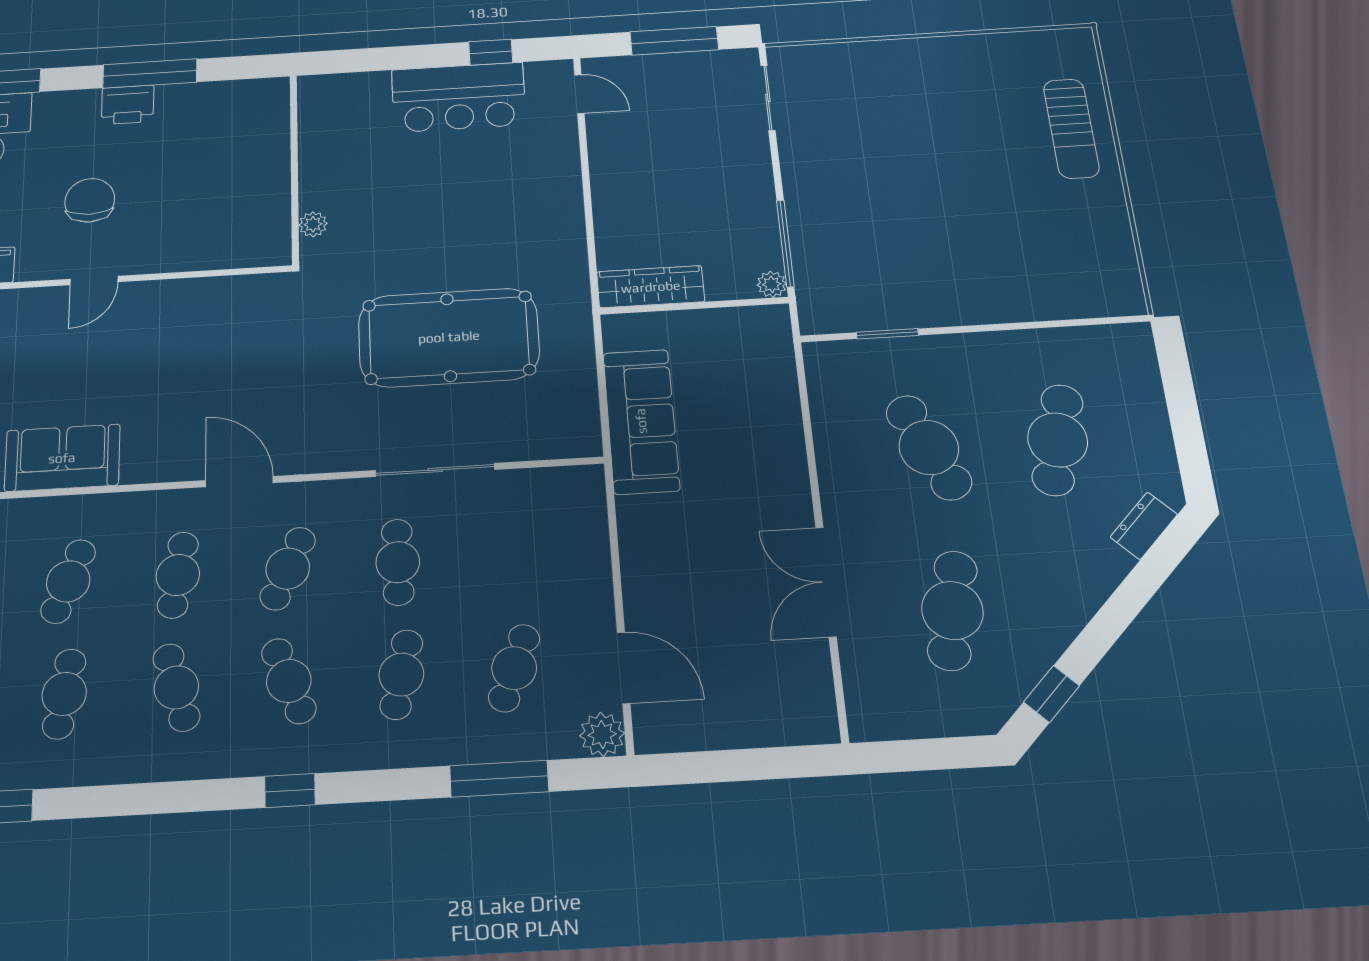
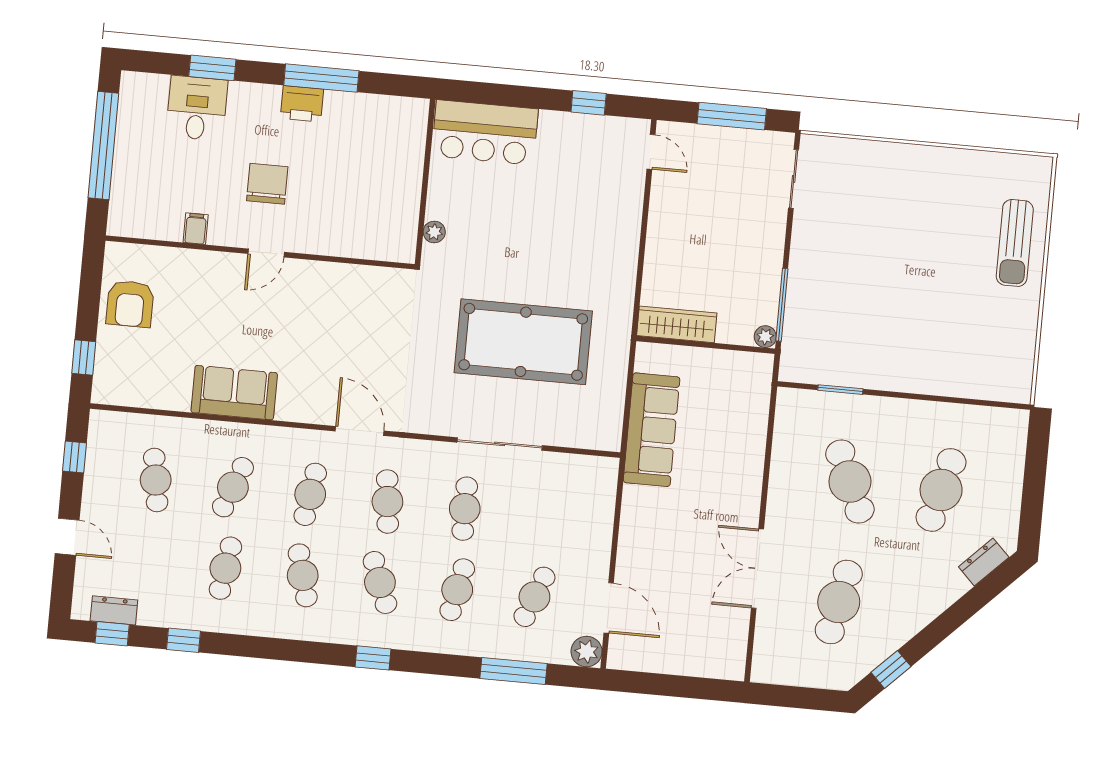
bar counter: (459, 97) -> (485, 132), moved
cafe table: (288, 569) -> (387, 502), turned -30

